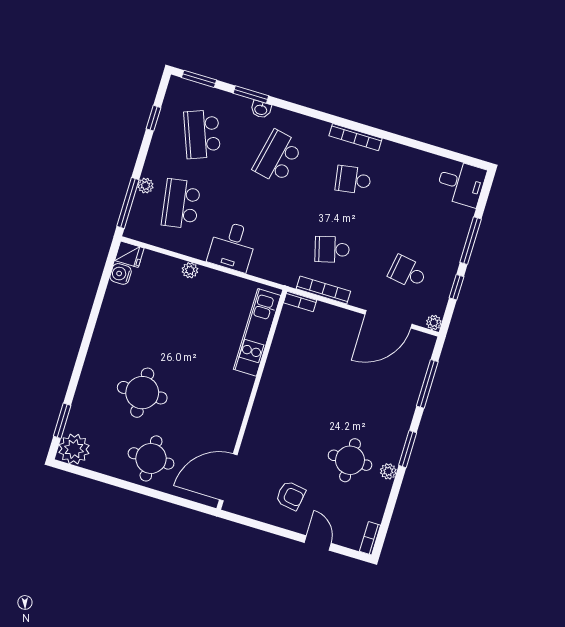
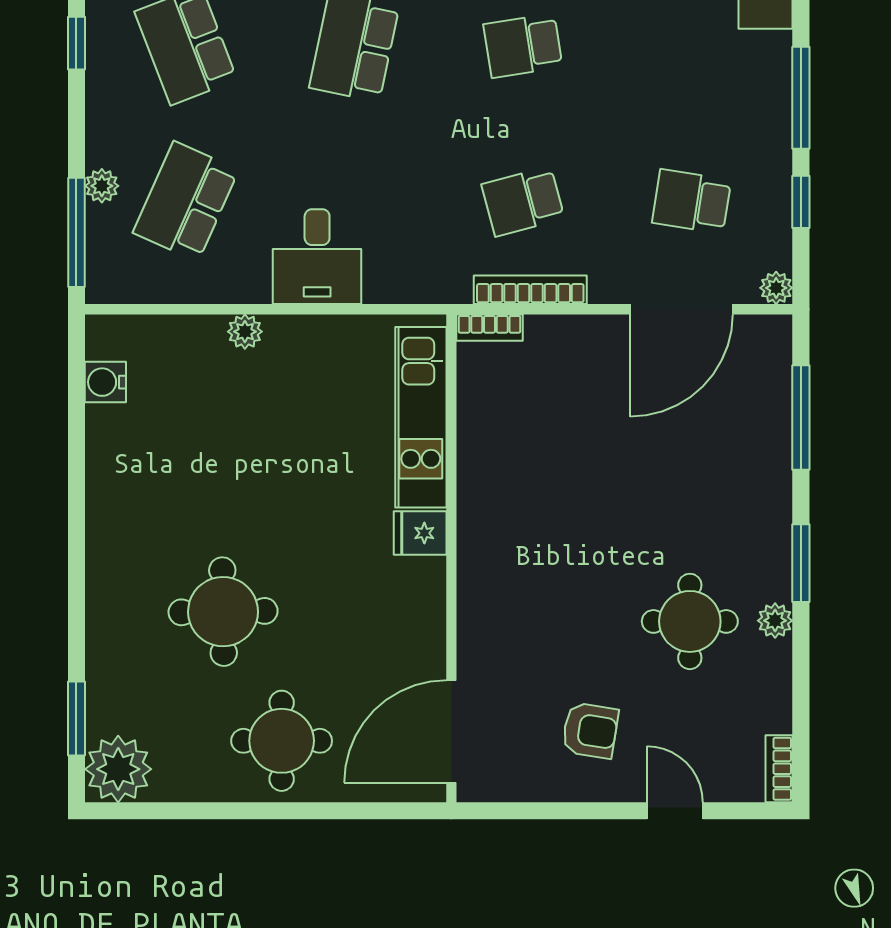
school desk: (181, 204) -> (186, 201), turned 33
fridge: (129, 254) -> (420, 533), moved, turned 180

